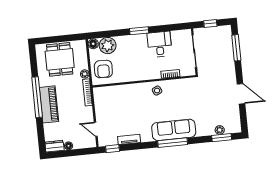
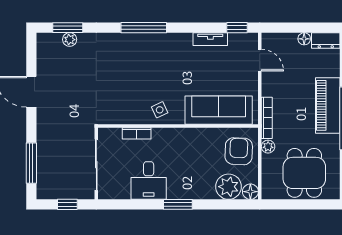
sofa: (174, 130) -> (219, 110), moved, turned 180

